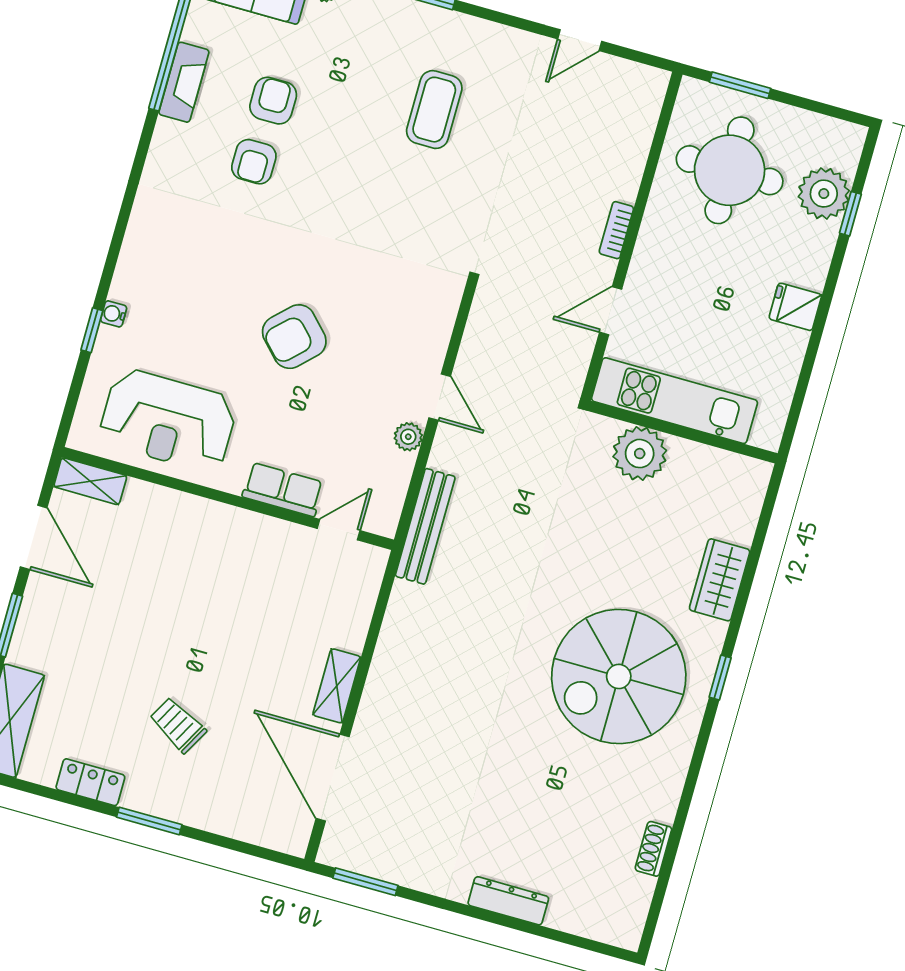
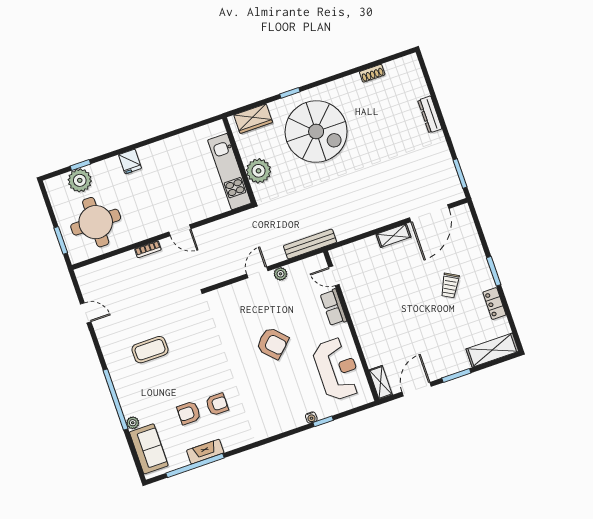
kitchen unit: (674, 401) -> (229, 172), moved
wall: (683, 432) -> (239, 160), moved
plant: (640, 454) -> (259, 171), moved

